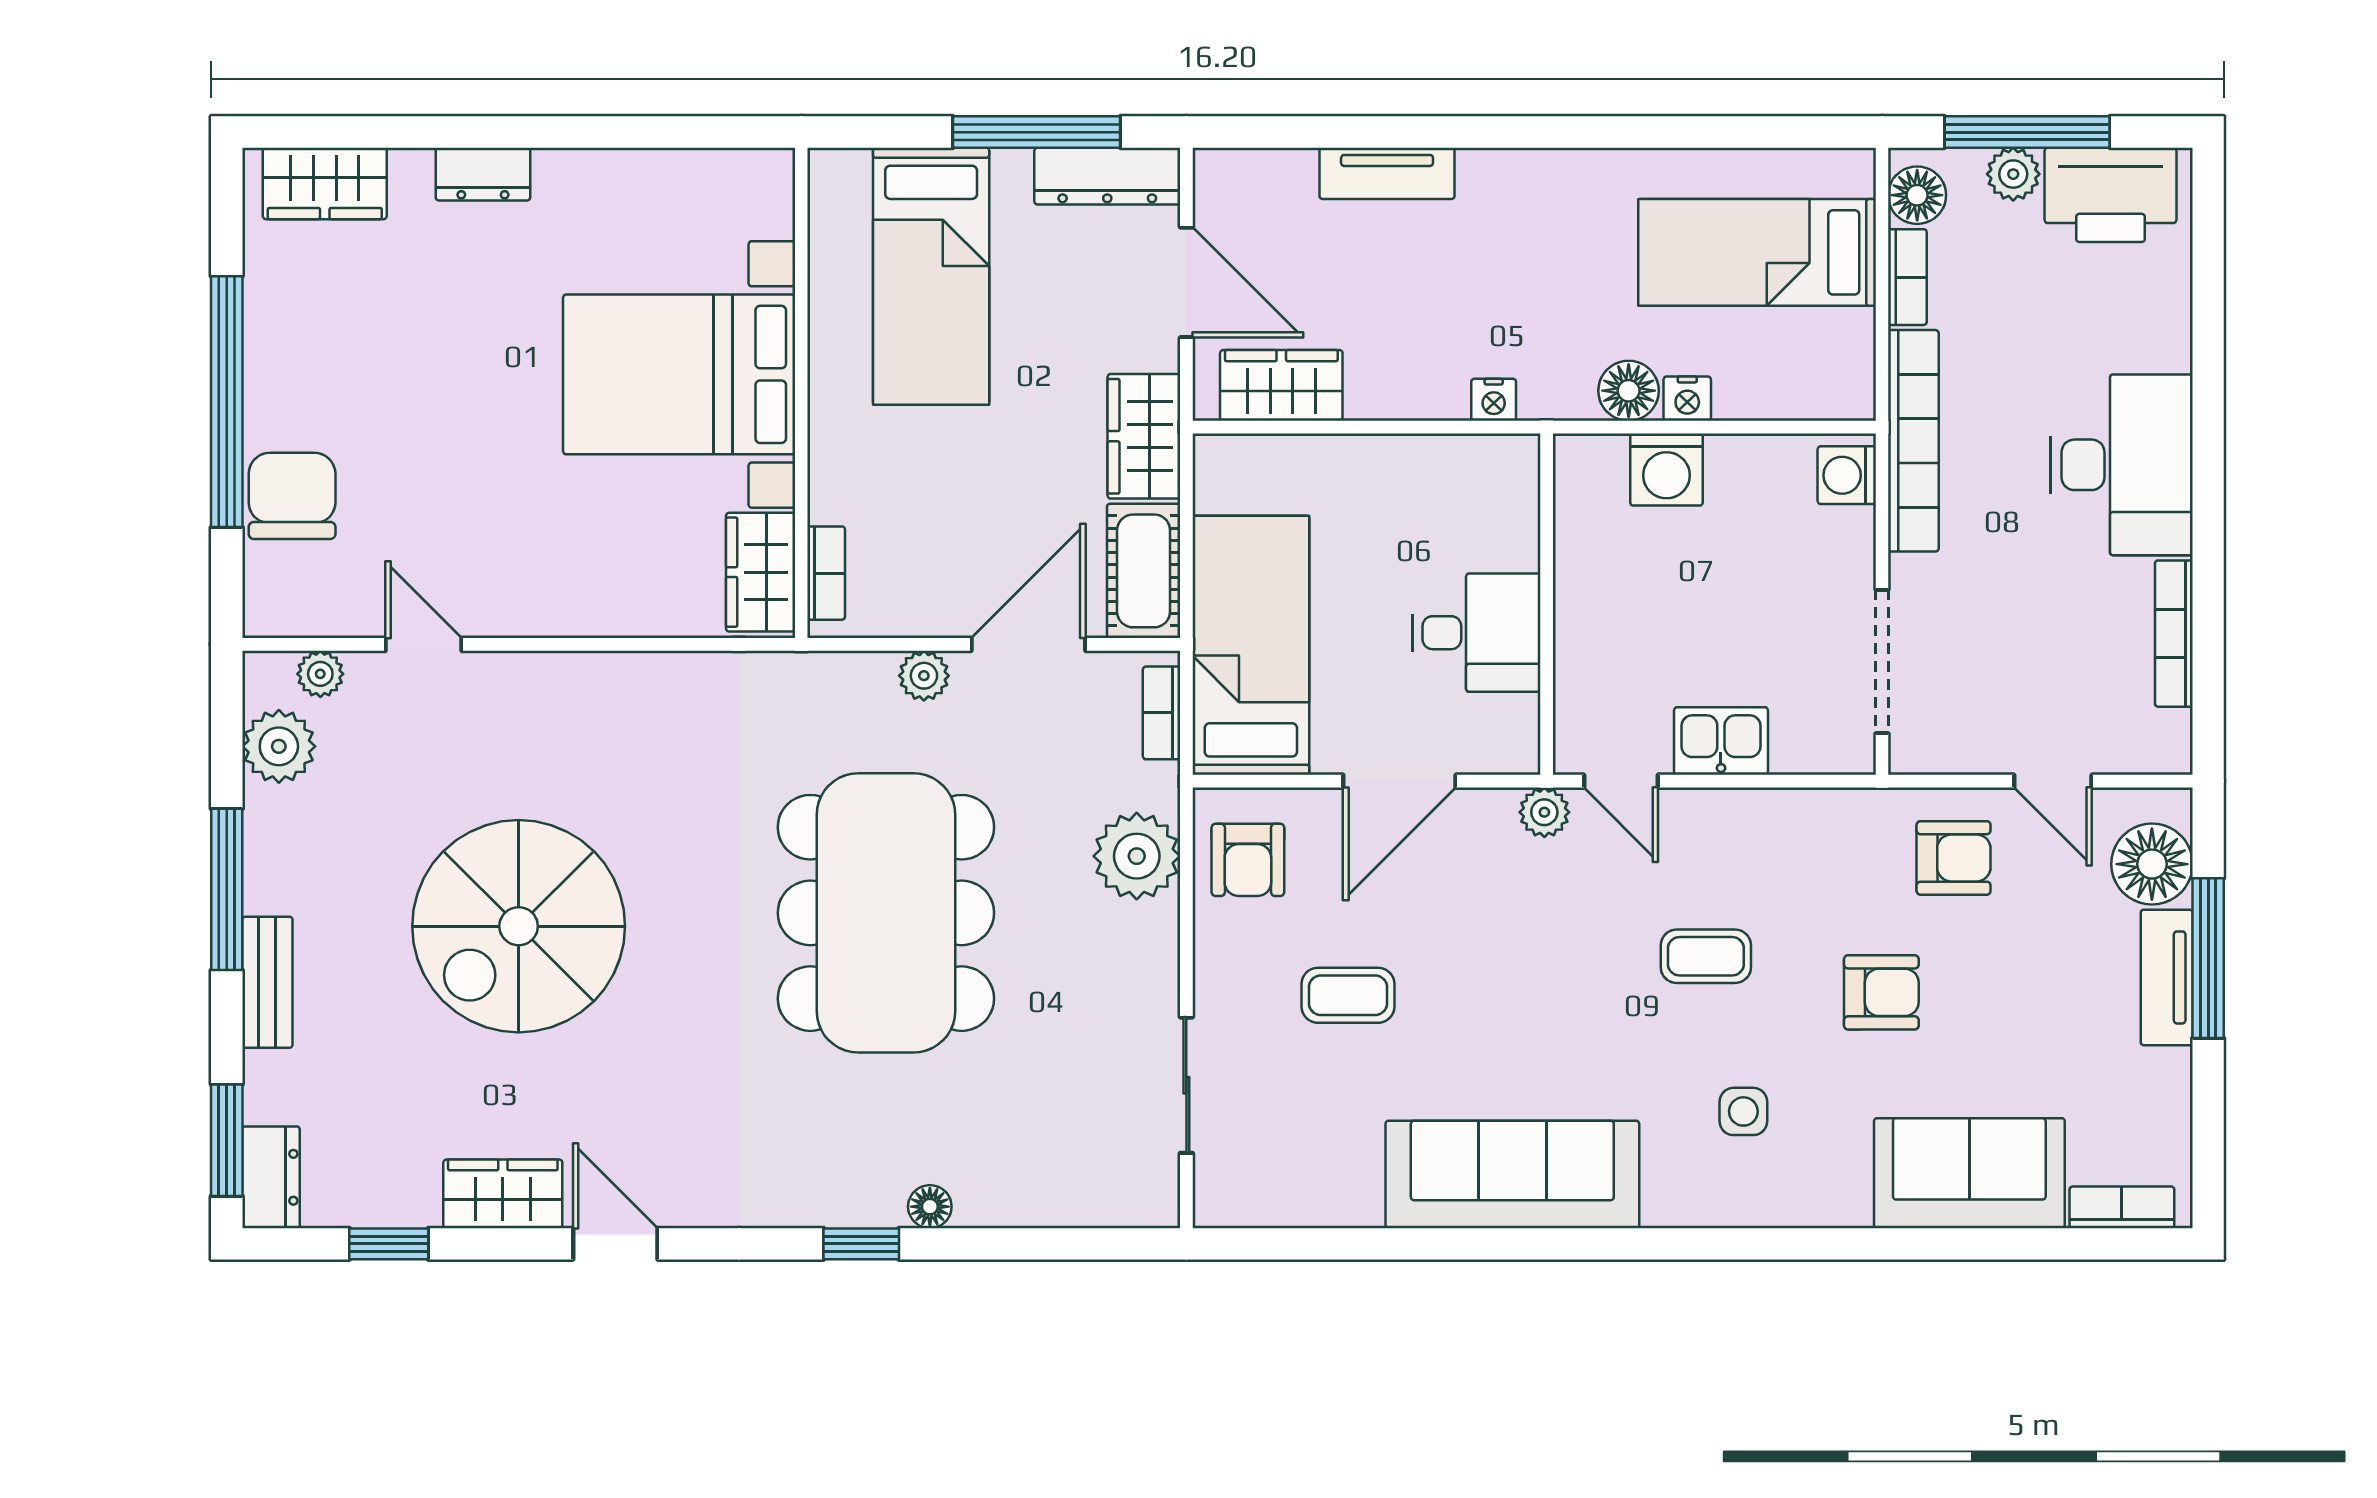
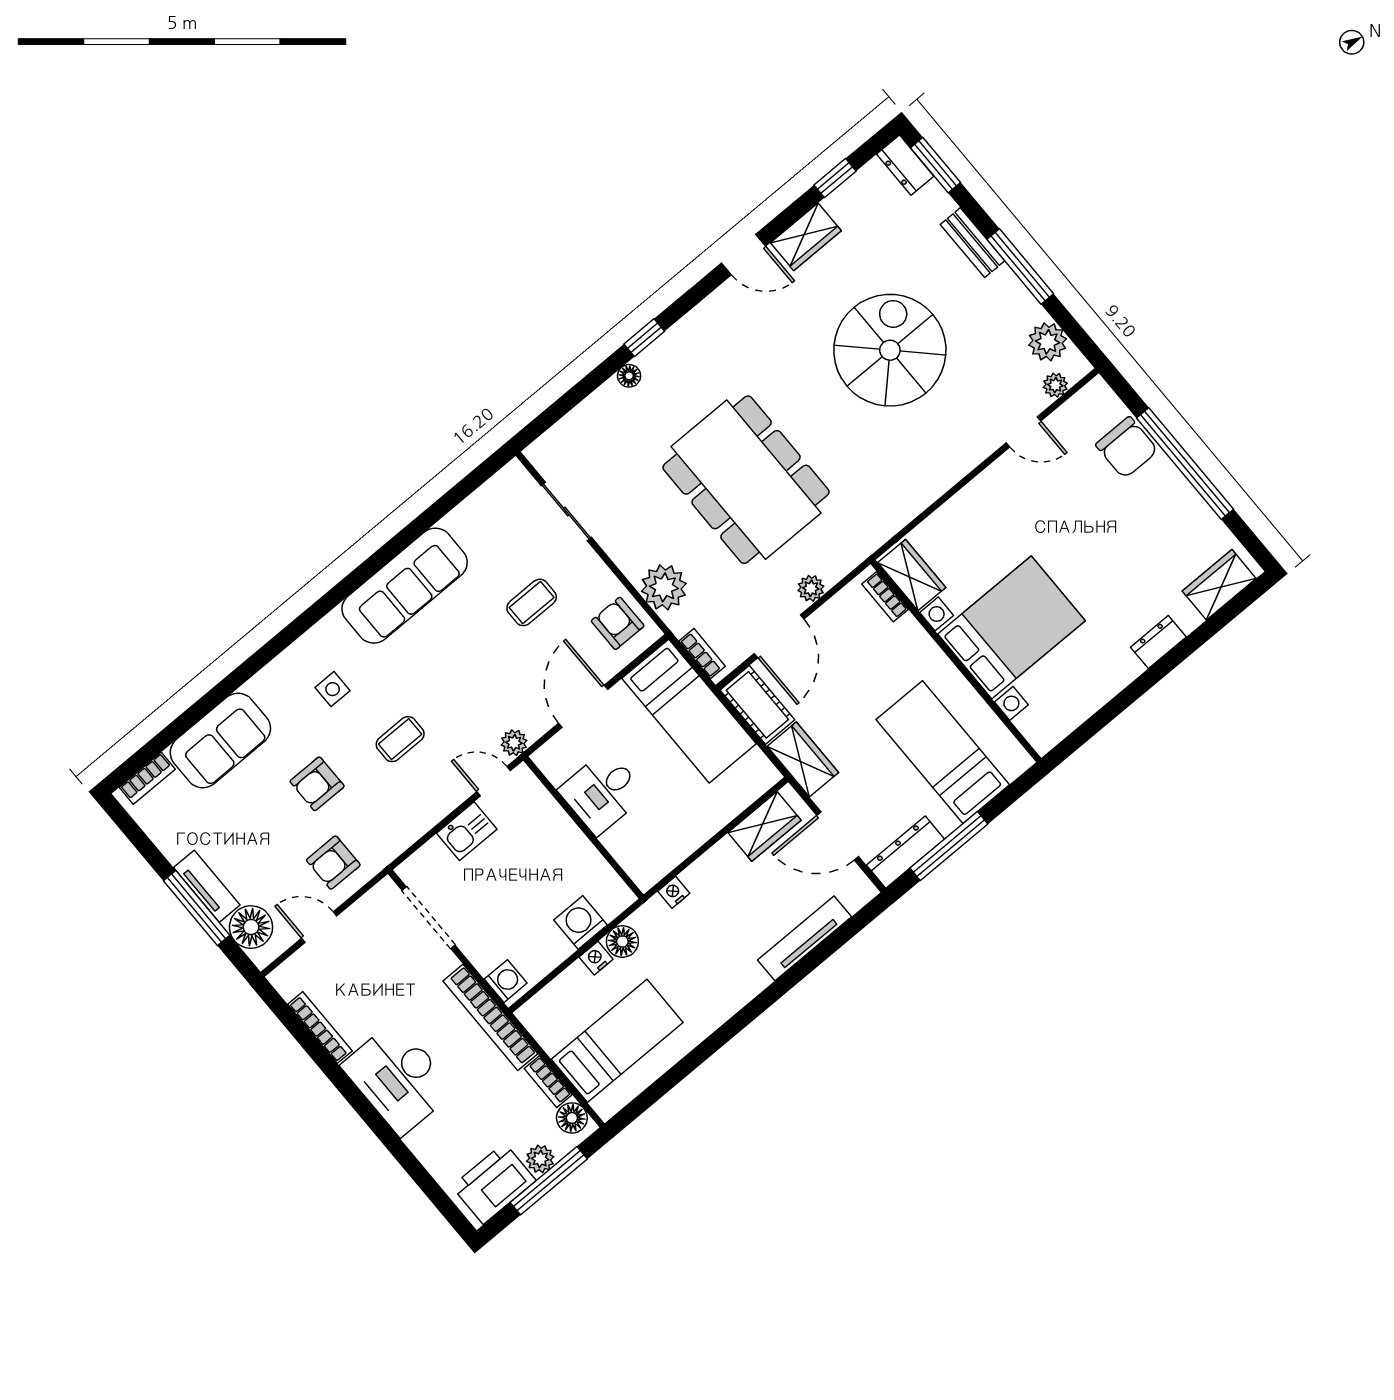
tv unit: (1387, 173) -> (805, 938), width x1.41

